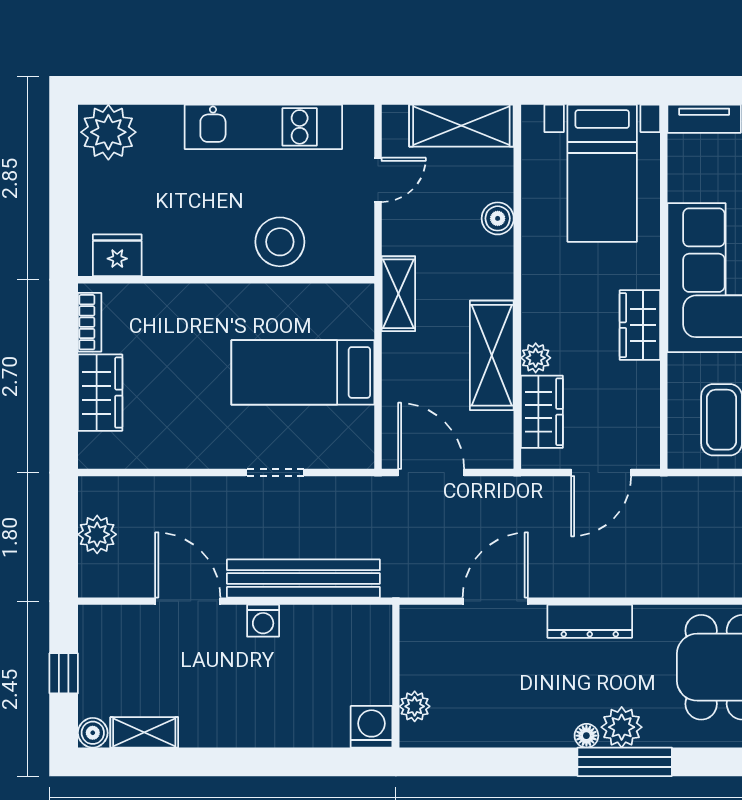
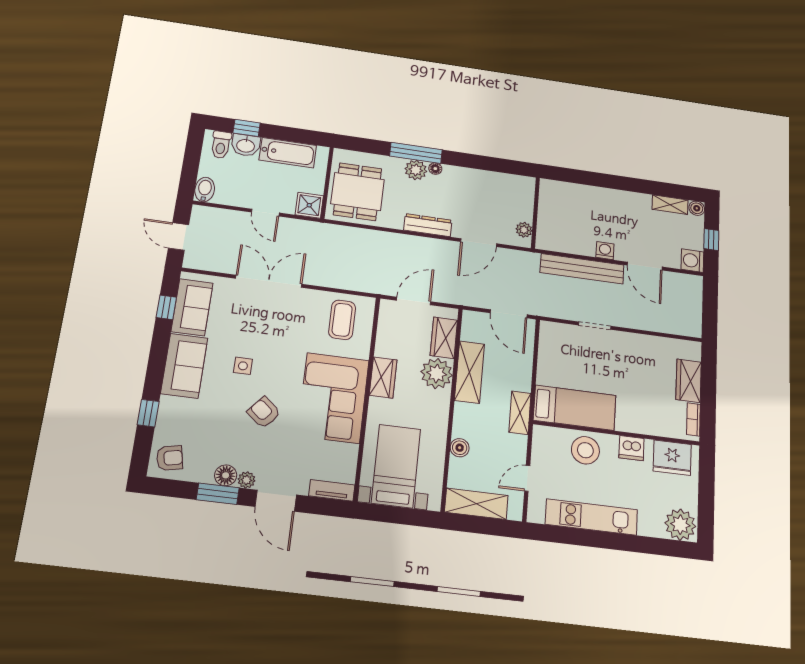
fridge: (117, 255) -> (672, 458), width x1.36, depth x1.34
dishwasher: (199, 256) -> (631, 448), added
plant: (536, 358) -> (437, 373), width x1.88, depth x1.88
bed: (303, 372) -> (575, 408), moved
plant: (97, 534) -> (692, 307), removed
plant: (415, 706) -> (524, 230), moved
washing machine: (371, 727) -> (692, 261), moved, turned 90

